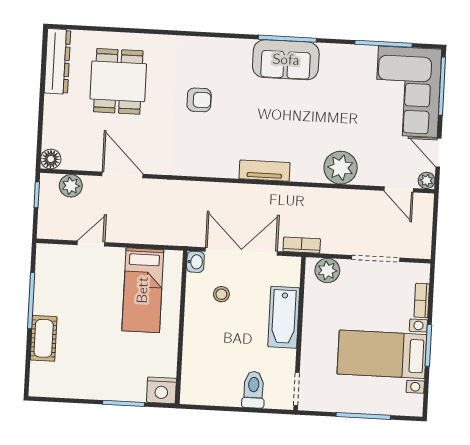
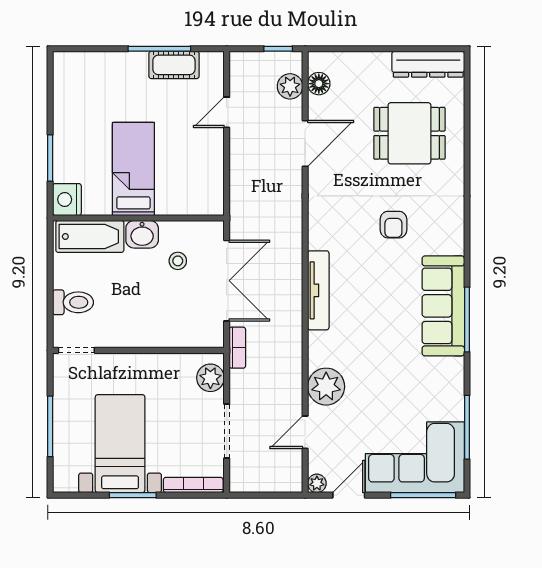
sofa: (286, 60) -> (443, 306), width x1.36
floor lamp: (51, 159) -> (319, 84), moved
tv unit: (265, 171) -> (318, 290), width x1.41
door: (399, 189) -> (305, 432), moved
door: (91, 244) -> (227, 112), swing flipped
washbasin: (195, 262) -> (142, 234), moved, width x1.38, depth x1.45
bed: (143, 290) -> (133, 169), moved, turned 90
bookcase: (422, 300) -> (193, 485), width x1.56
bathtub: (284, 317) -> (90, 236), moved, turned 180
cot: (44, 338) -> (174, 65), moved

